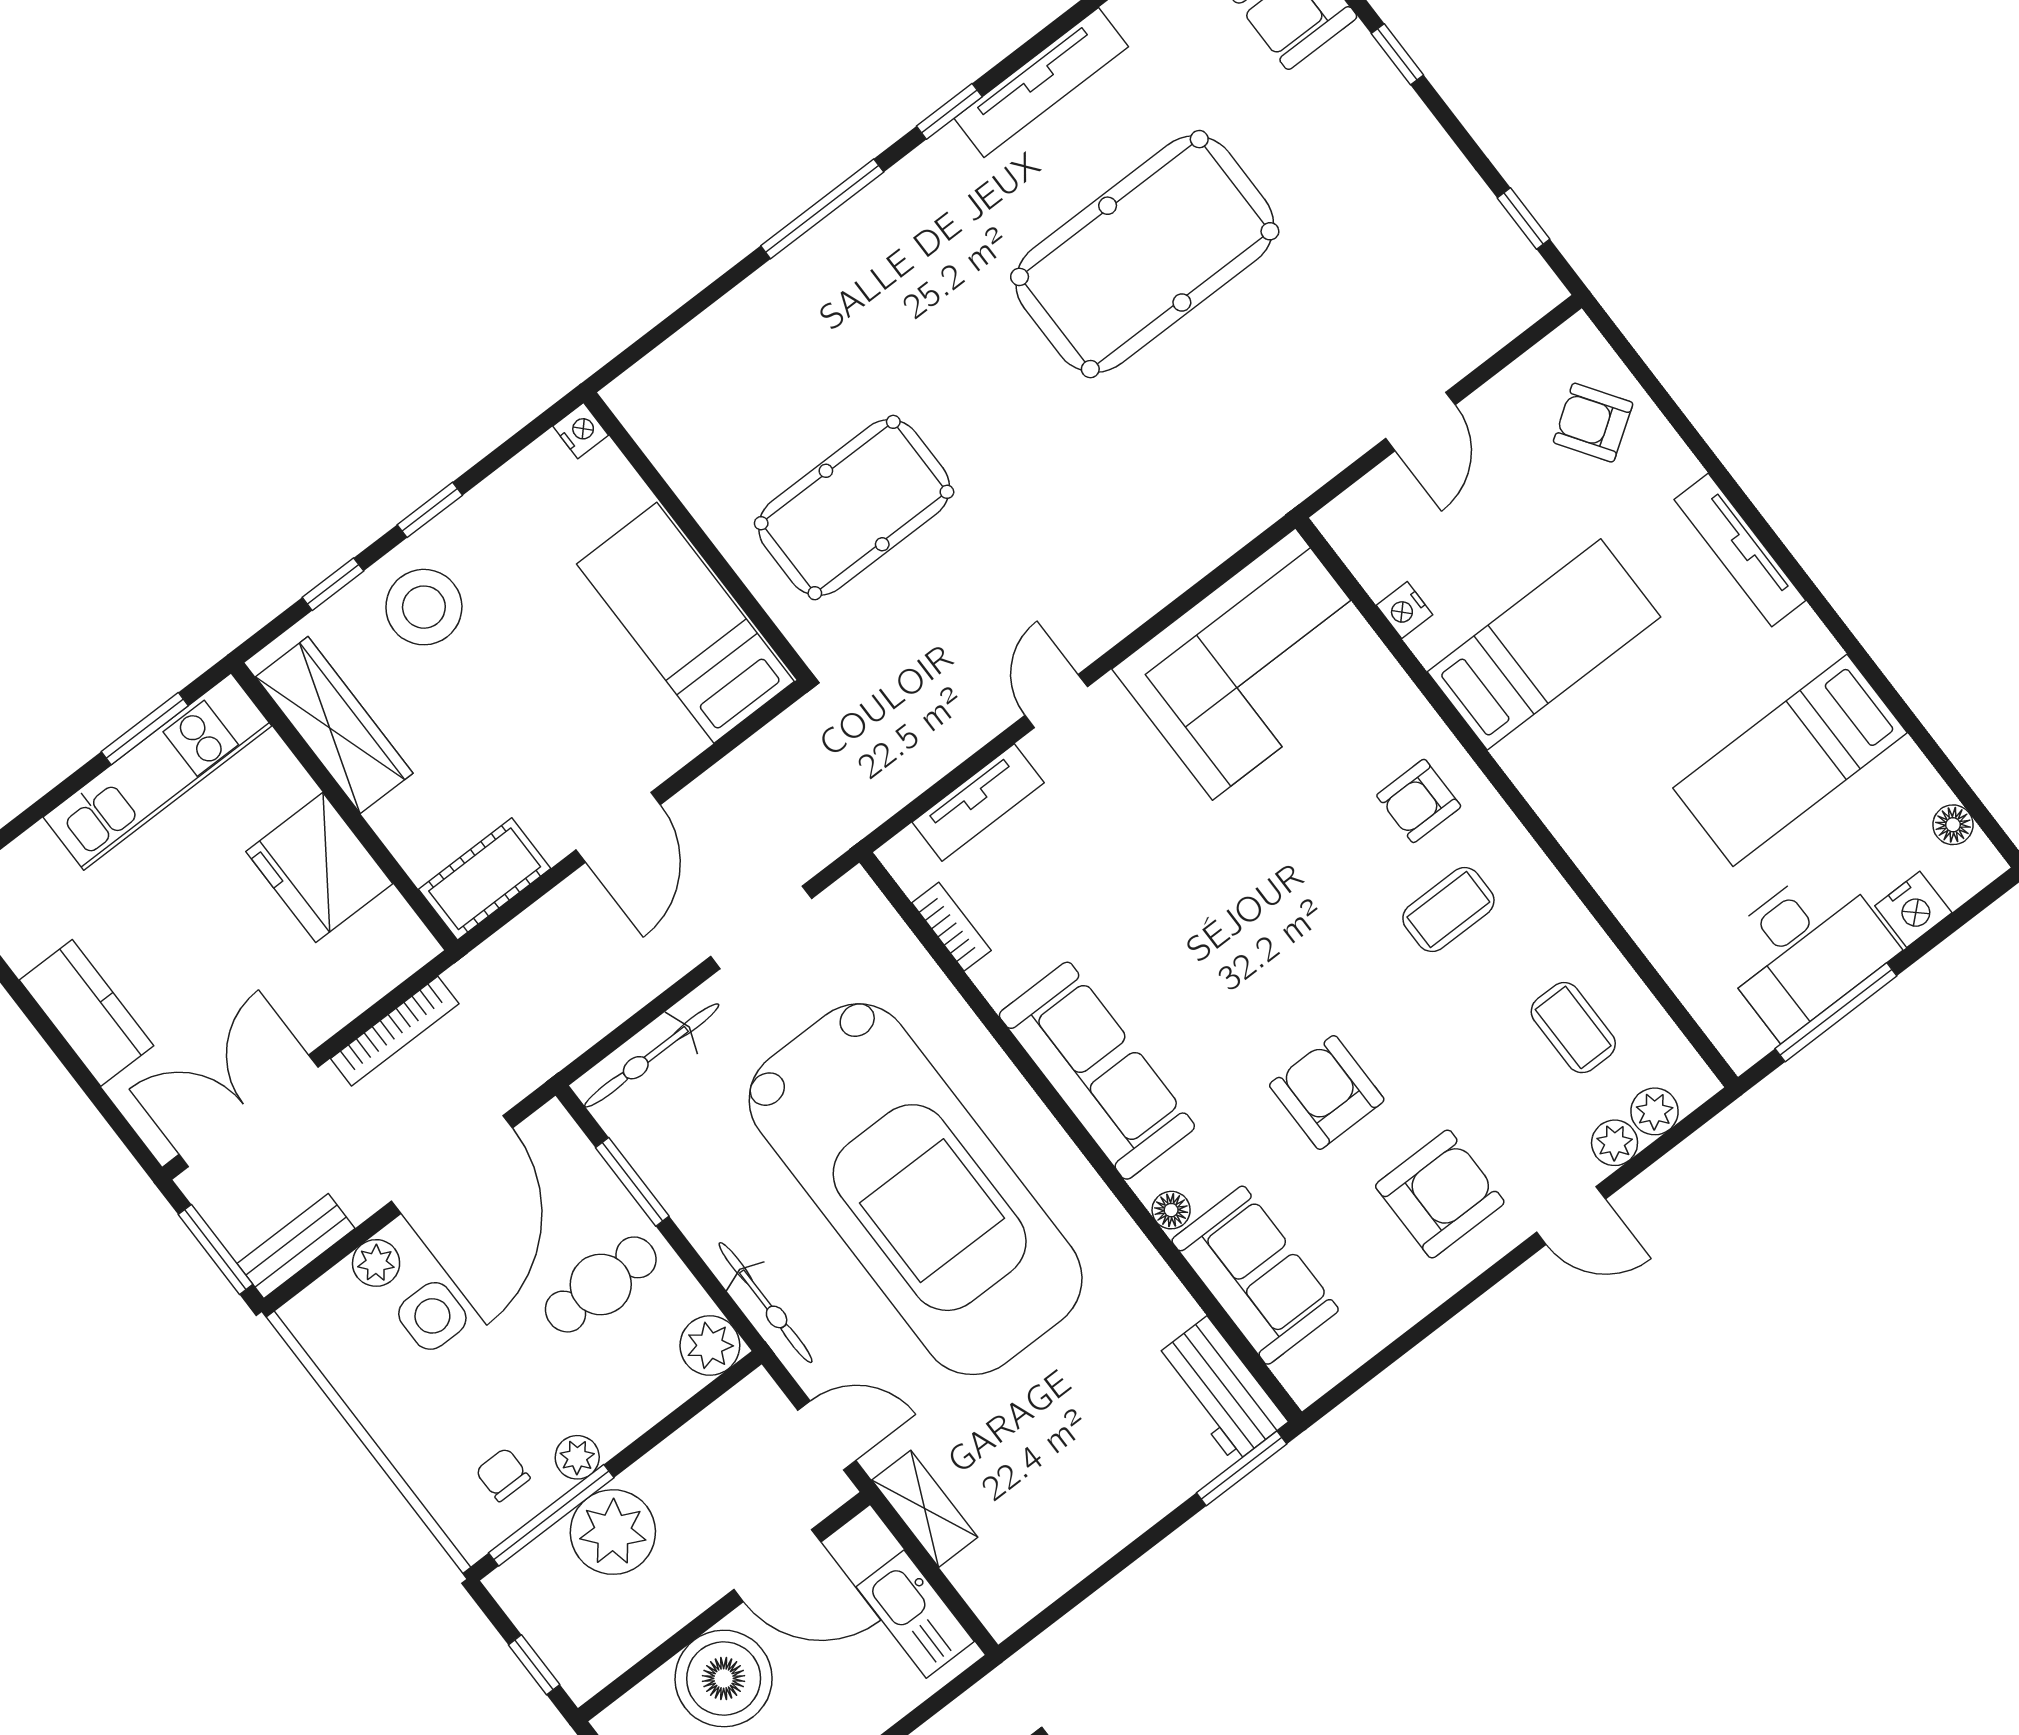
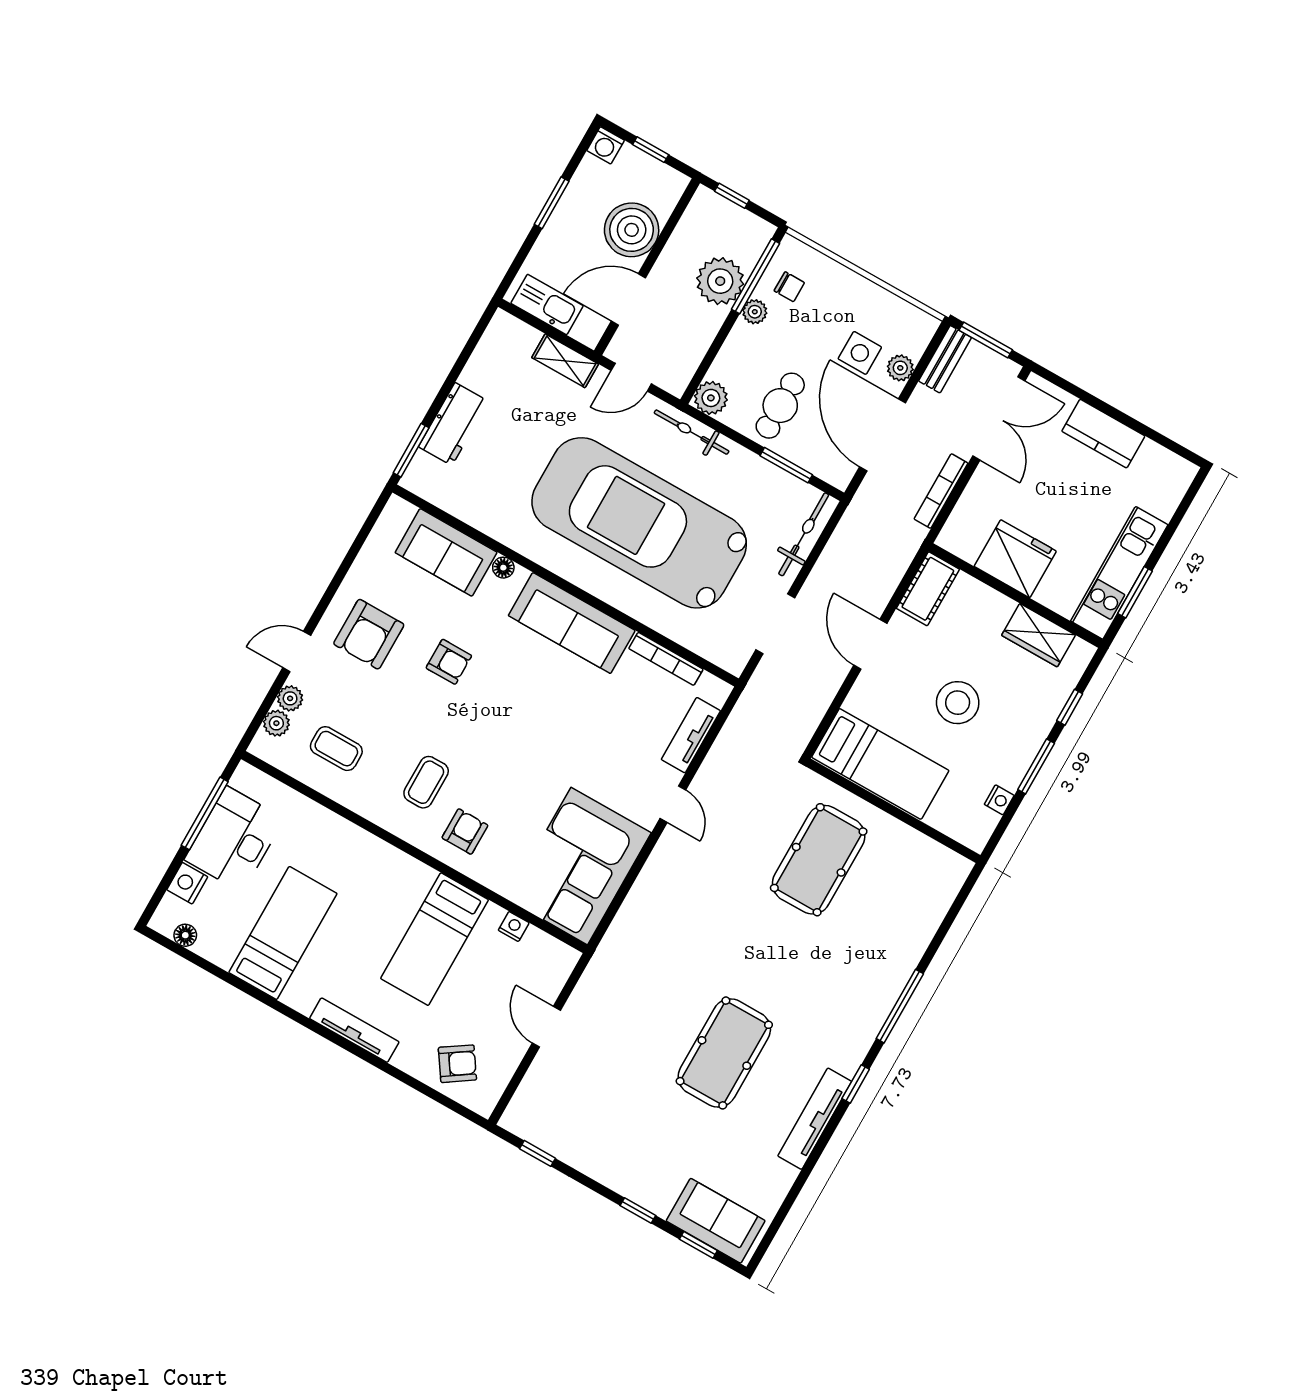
pool table: (1145, 254) -> (724, 1053), width x0.73, depth x0.76
nightstand: (581, 431) -> (999, 800), moved, turned -90
window: (430, 510) -> (1036, 766), width x1.50
stool: (424, 607) -> (958, 703), moved
wardrobe: (334, 725) -> (1039, 635), width x0.67
bookcase: (951, 927) -> (666, 659), width x1.56
armchair: (1327, 1092) -> (449, 662), width x0.72, depth x0.72
workbench: (1221, 1390) -> (453, 424), moved, turned 90

